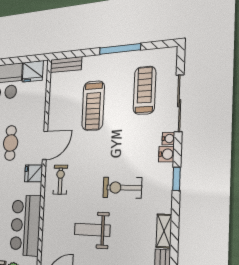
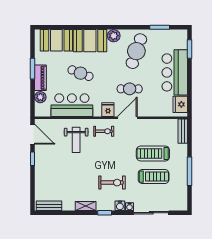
treadmill: (144, 90) -> (154, 177), moved
door: (45, 145) -> (127, 118), swing flipped
exercise bike: (122, 188) -> (112, 183), moved, turned 90
weight bench: (92, 230) -> (76, 140), moved, turned 180
shelving: (164, 231) -> (86, 206), moved

